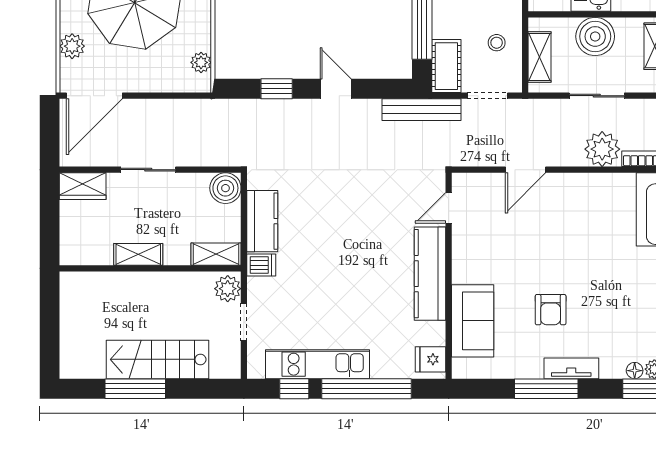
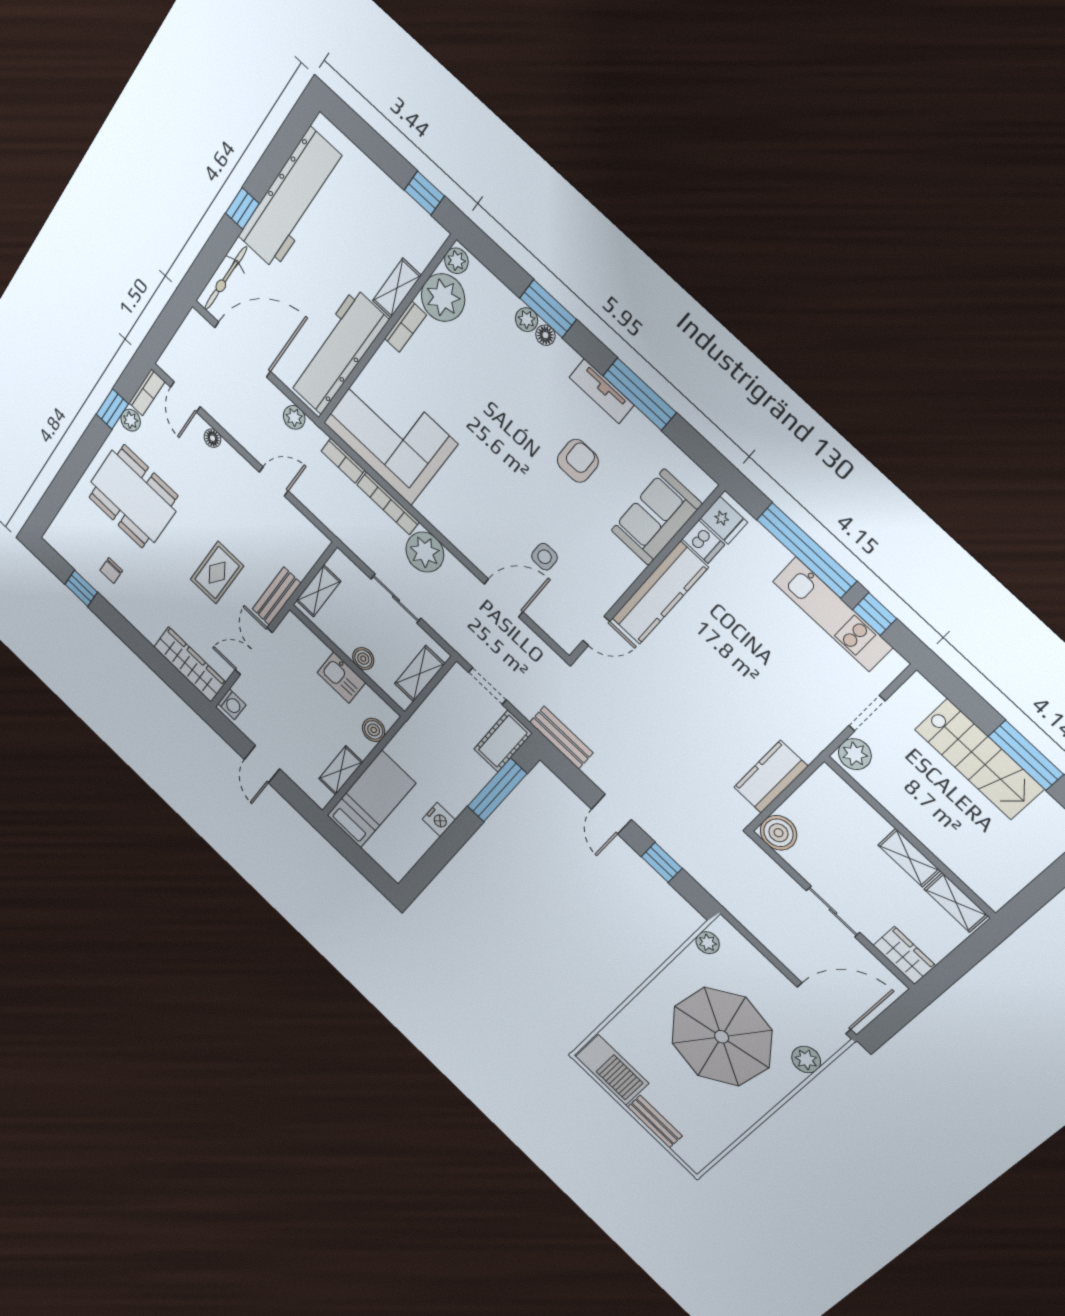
boiler: (595, 36) -> (363, 659), width x0.54, depth x0.54
stool: (497, 43) -> (446, 718), removed
bench: (421, 110) -> (561, 738), width x0.73
side table: (521, 225) -> (545, 557), added
shelving: (216, 254) -> (956, 902), moved
dishwasher: (261, 265) -> (703, 542), moved, turned 180

